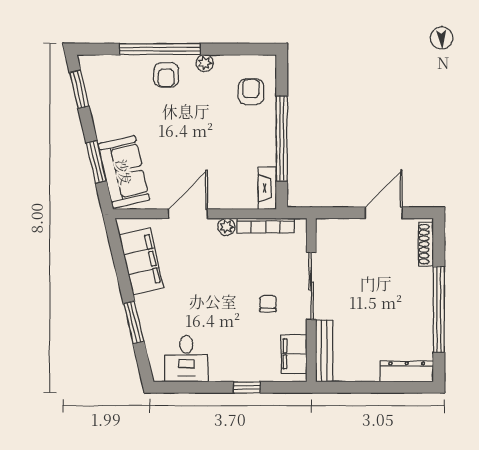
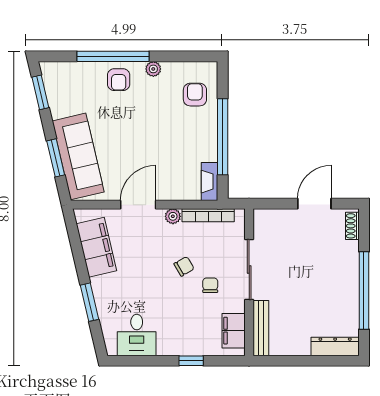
sofa: (124, 172) -> (78, 156), width x1.36
shoe rack: (426, 244) -> (352, 226), width x0.70
chair: (239, 282) -> (184, 266), added

